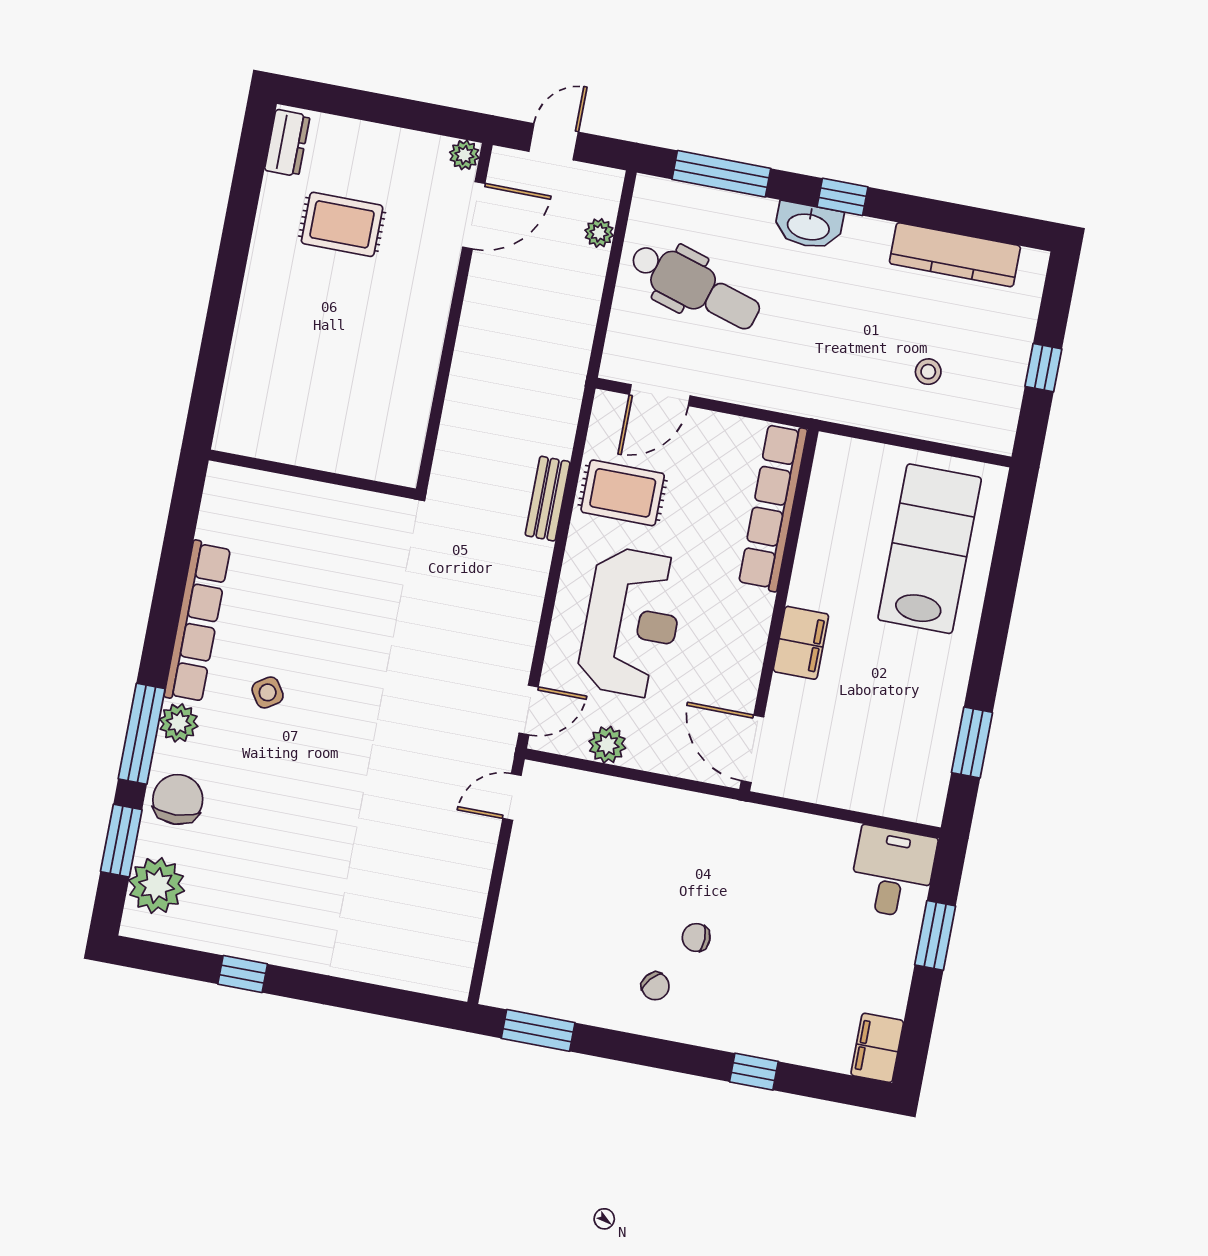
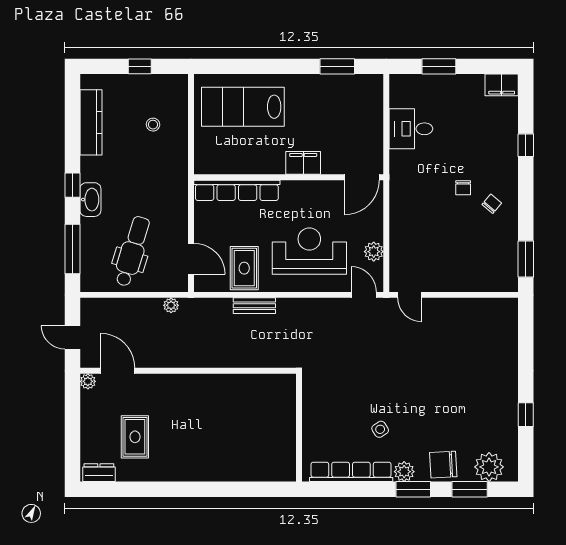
plant: (599, 233) -> (171, 305), moved
wall: (312, 474) -> (299, 428), moved
window: (142, 734) -> (413, 489), width x0.69
desk: (893, 872) -> (411, 129), moved

